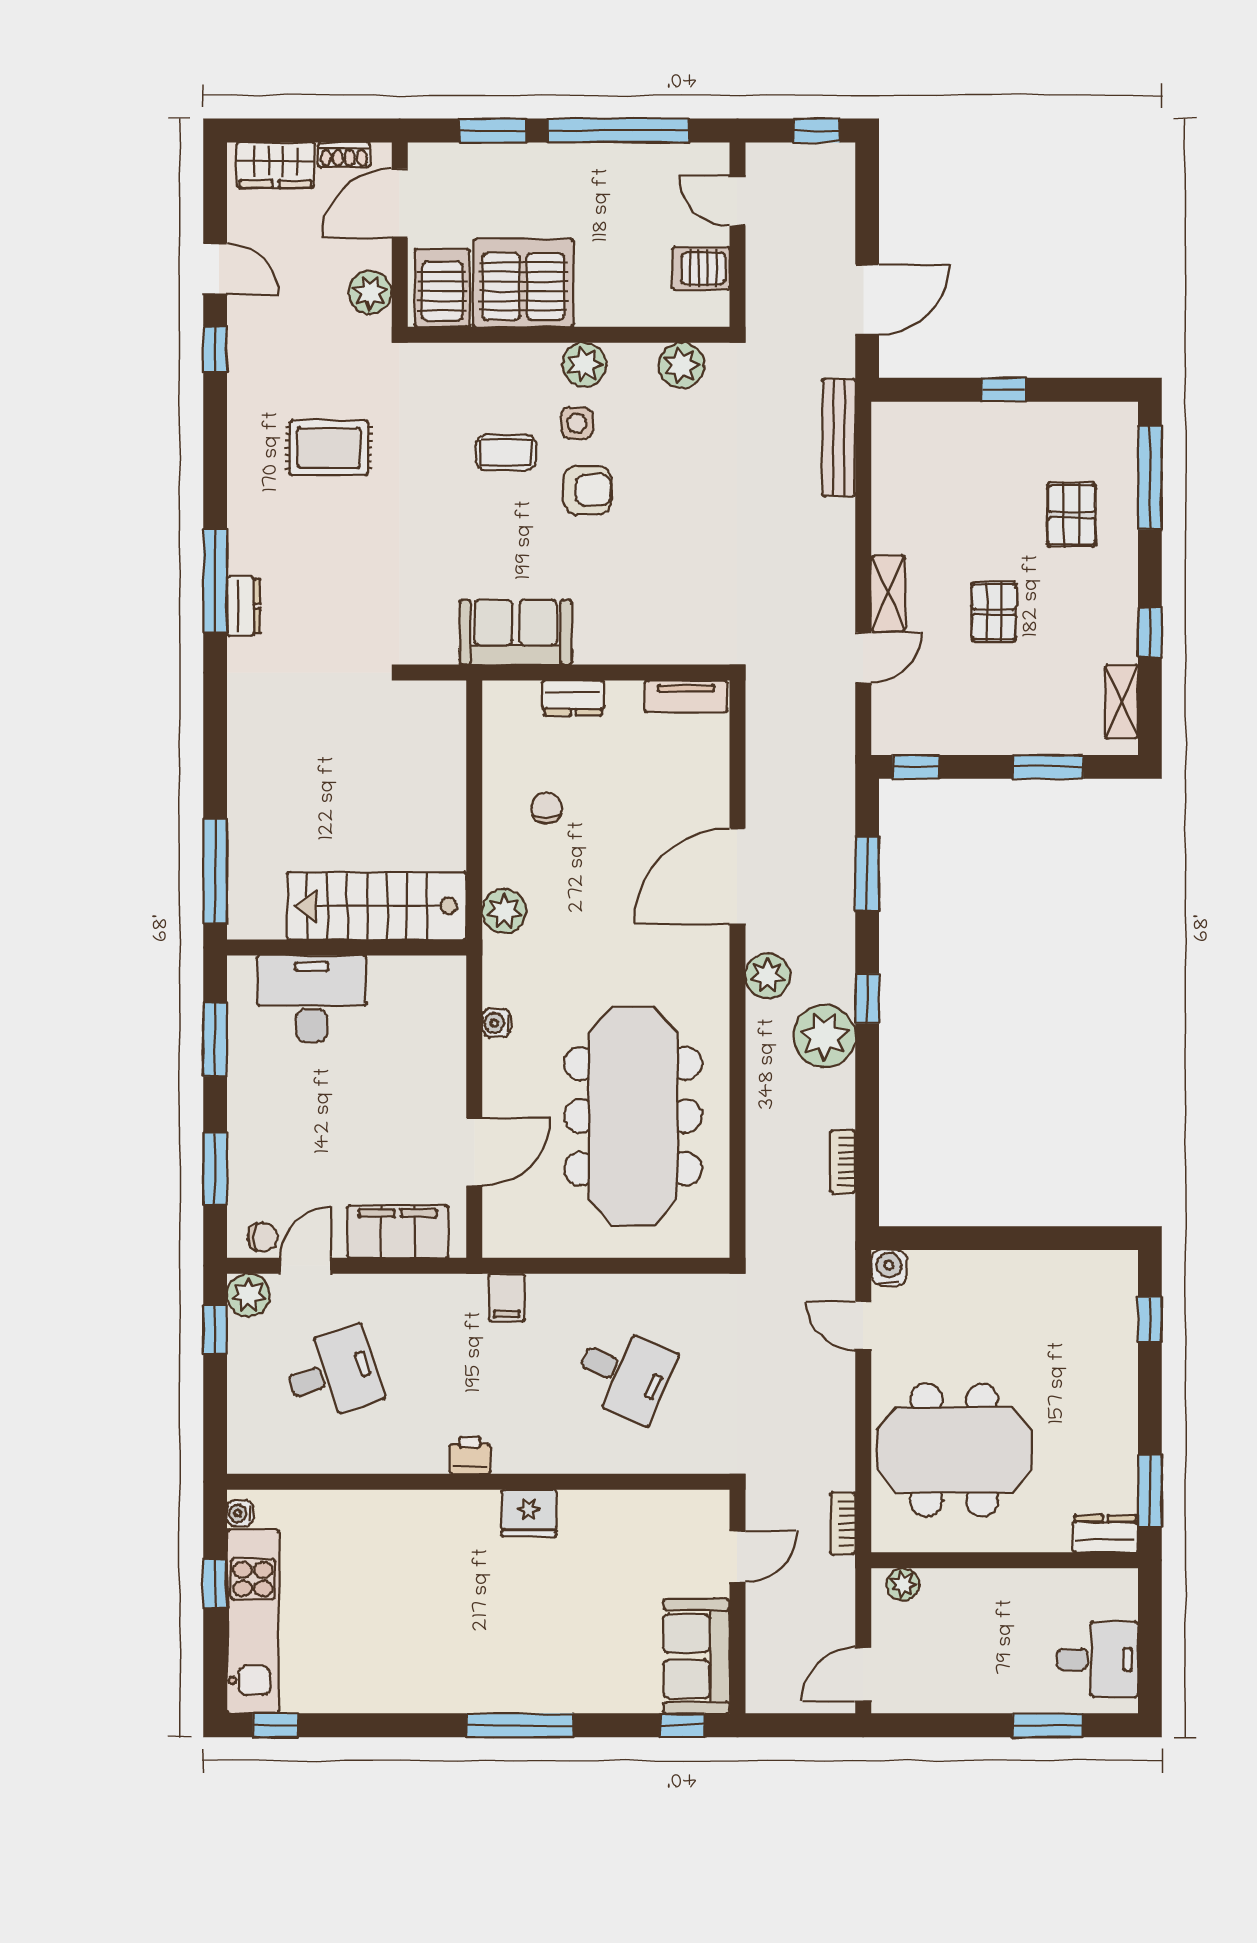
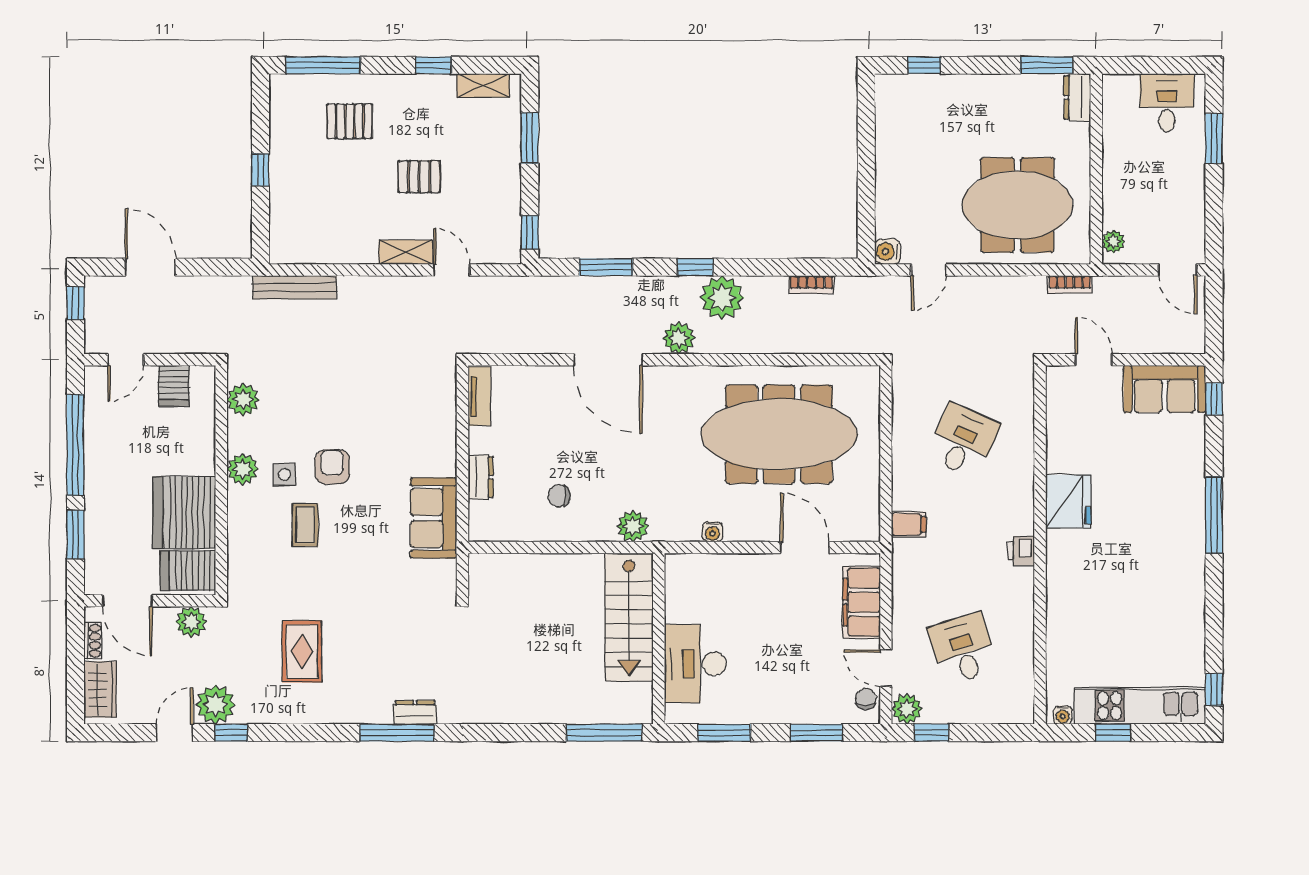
door: (867, 300) -> (150, 267), moved
plant: (254, 327) -> (216, 705), added
meeting table: (954, 1450) -> (1017, 205), turned 90
fridge: (529, 1513) -> (1068, 502), width x1.36, depth x1.34

